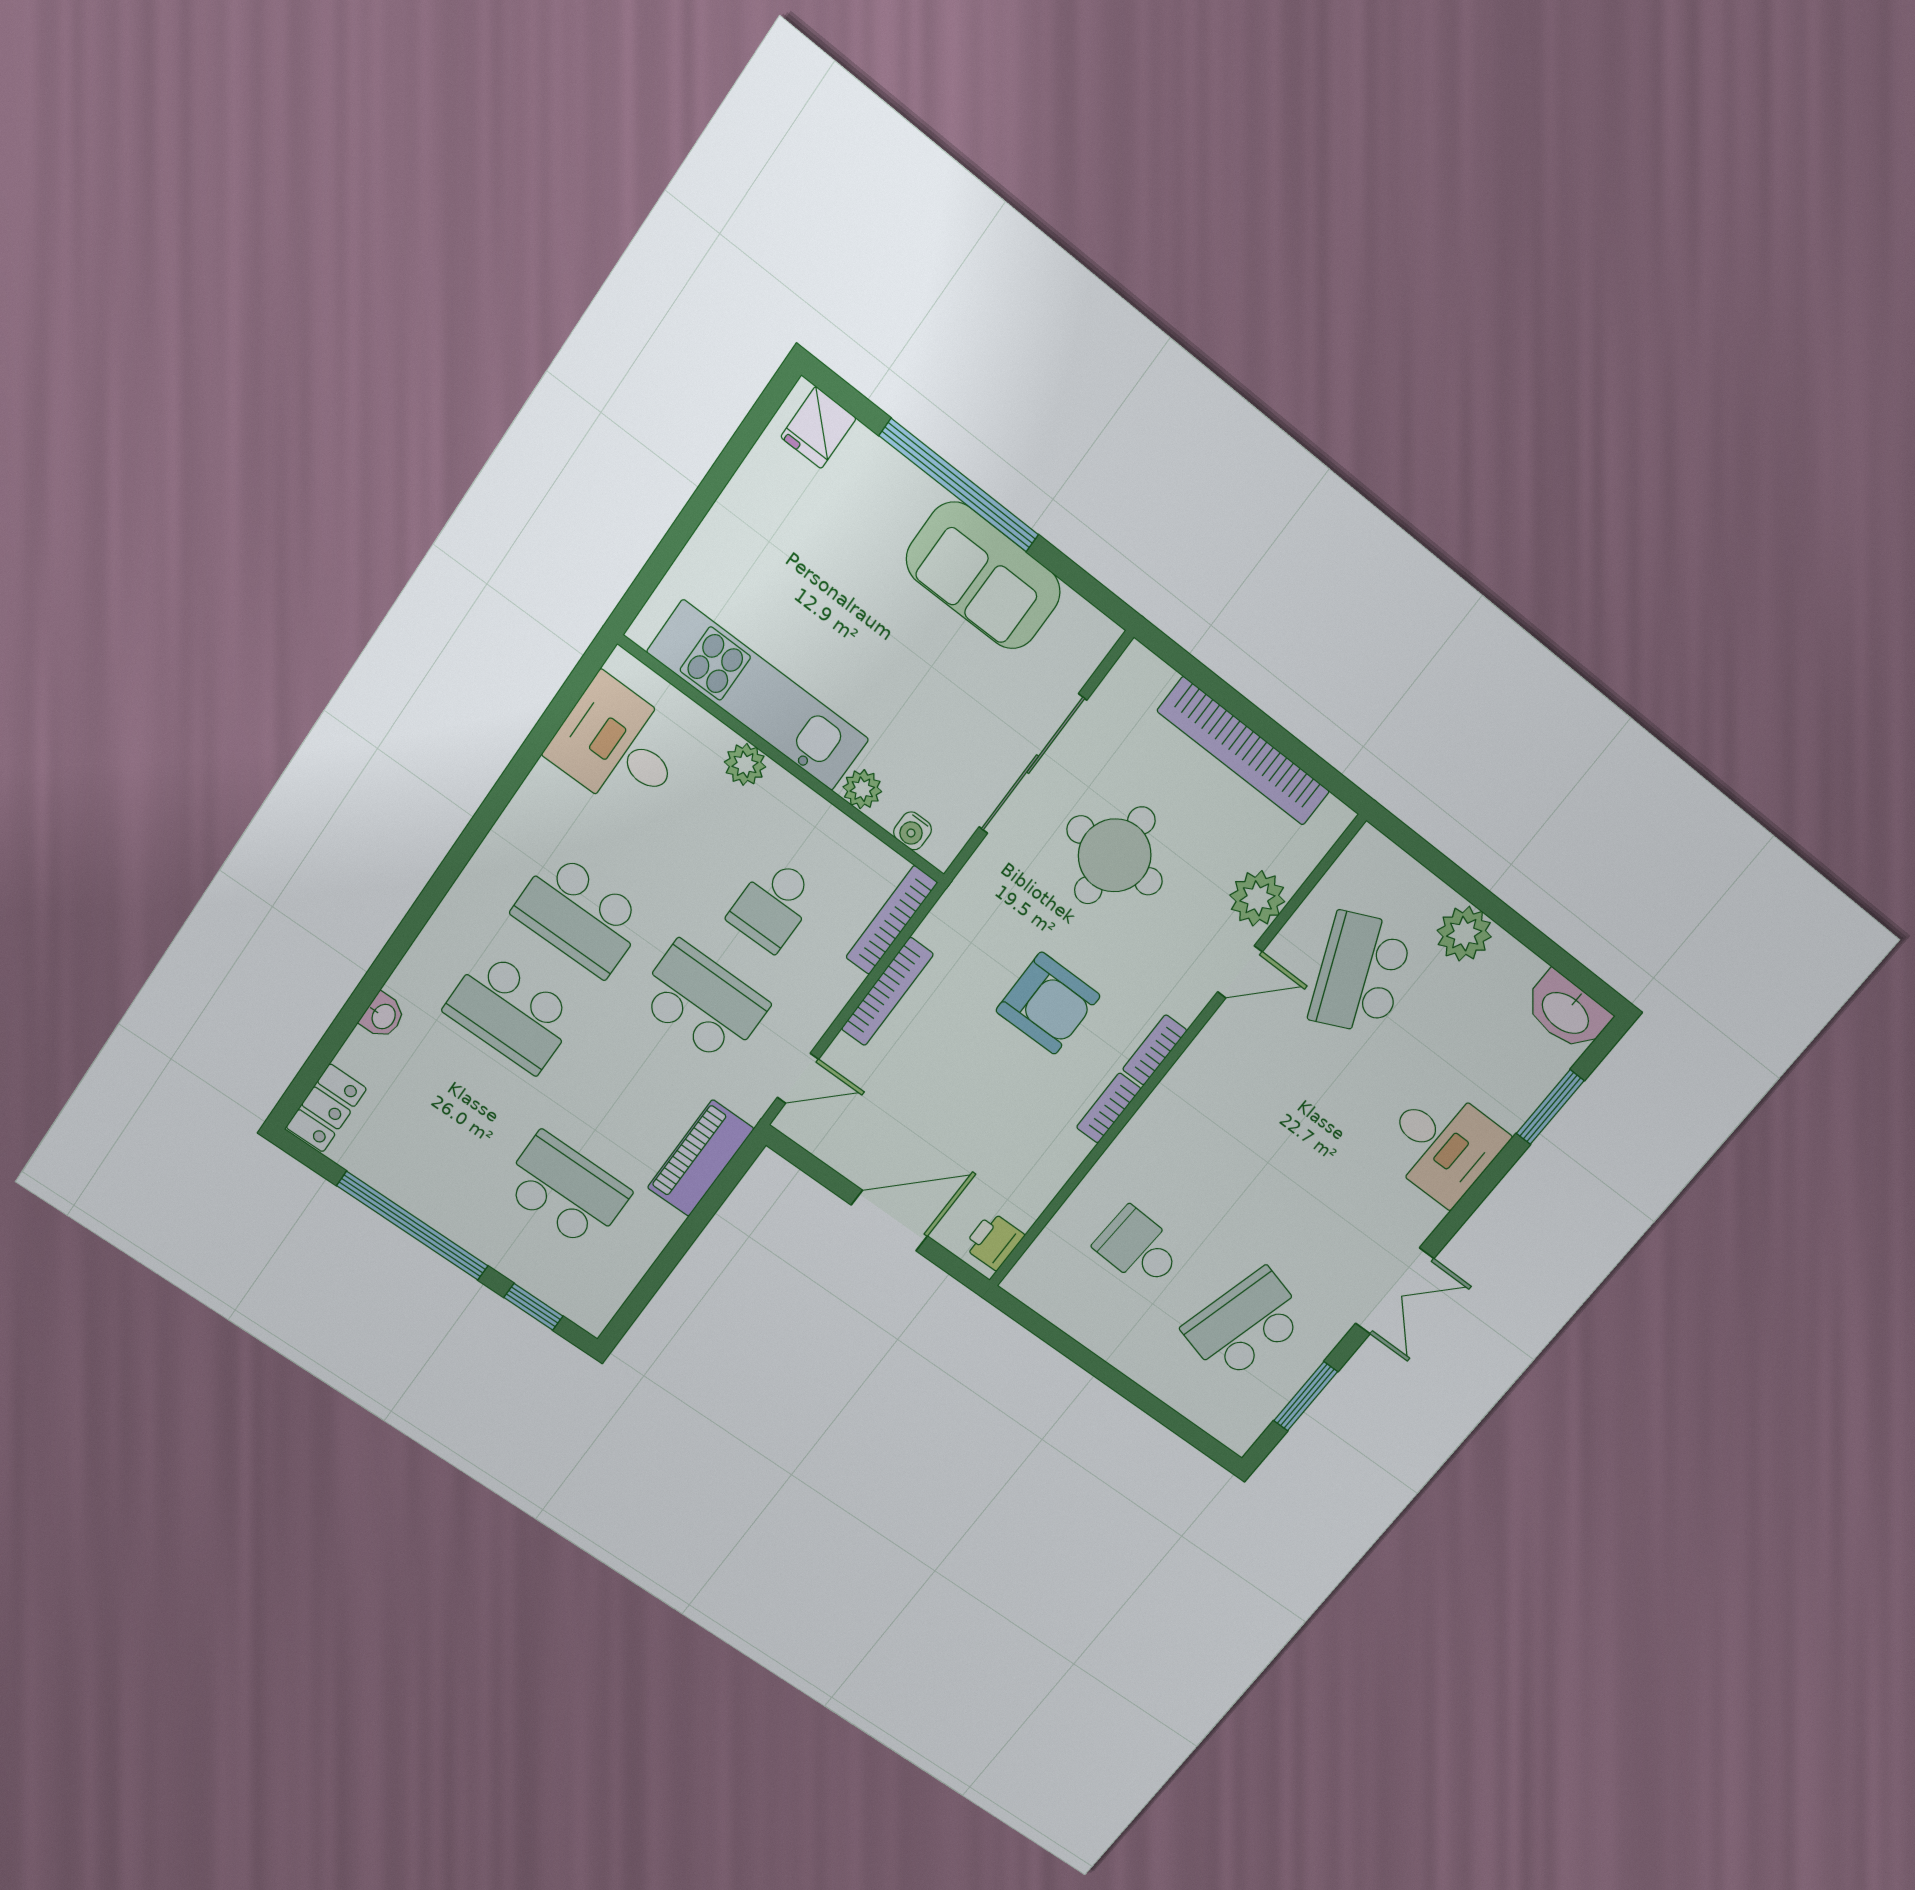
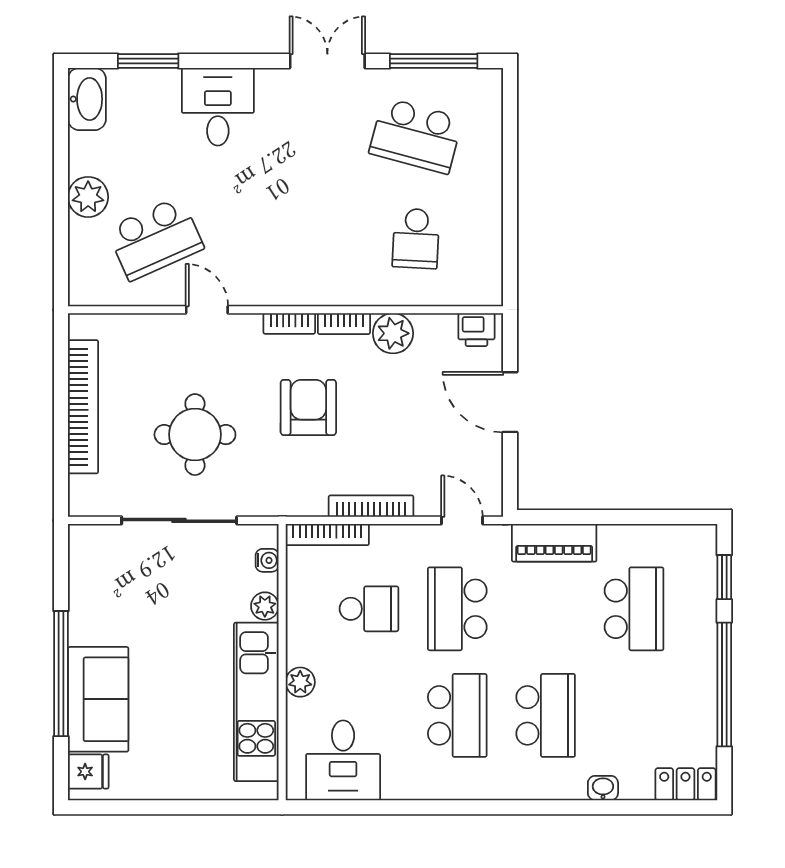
sofa: (983, 576) -> (98, 699), moved
plant: (1257, 898) -> (393, 333), moved
school desk: (566, 1191) -> (634, 609), turned 180
window: (1306, 1396) -> (434, 61), width x1.44

